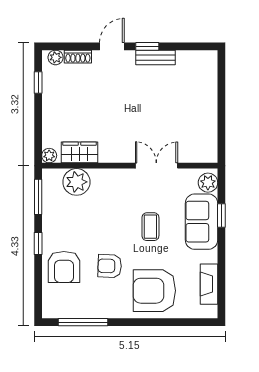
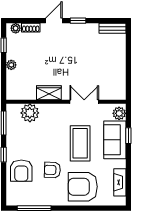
bench: (156, 58) -> (112, 28), moved
wardrobe: (80, 152) -> (49, 93), moved
plant: (49, 156) -> (11, 65), moved
coffee table: (150, 227) -> (80, 143), width x1.86, depth x1.72

